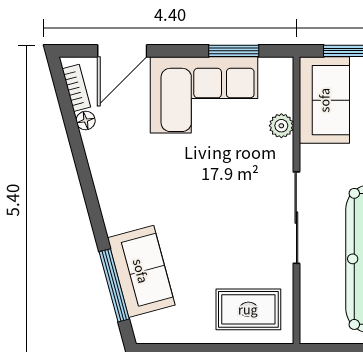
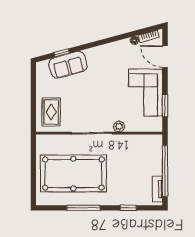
sofa: (324, 100) -> (143, 146), removed
plant: (281, 126) -> (119, 127), moved
window: (114, 285) -> (62, 53), width x0.46

